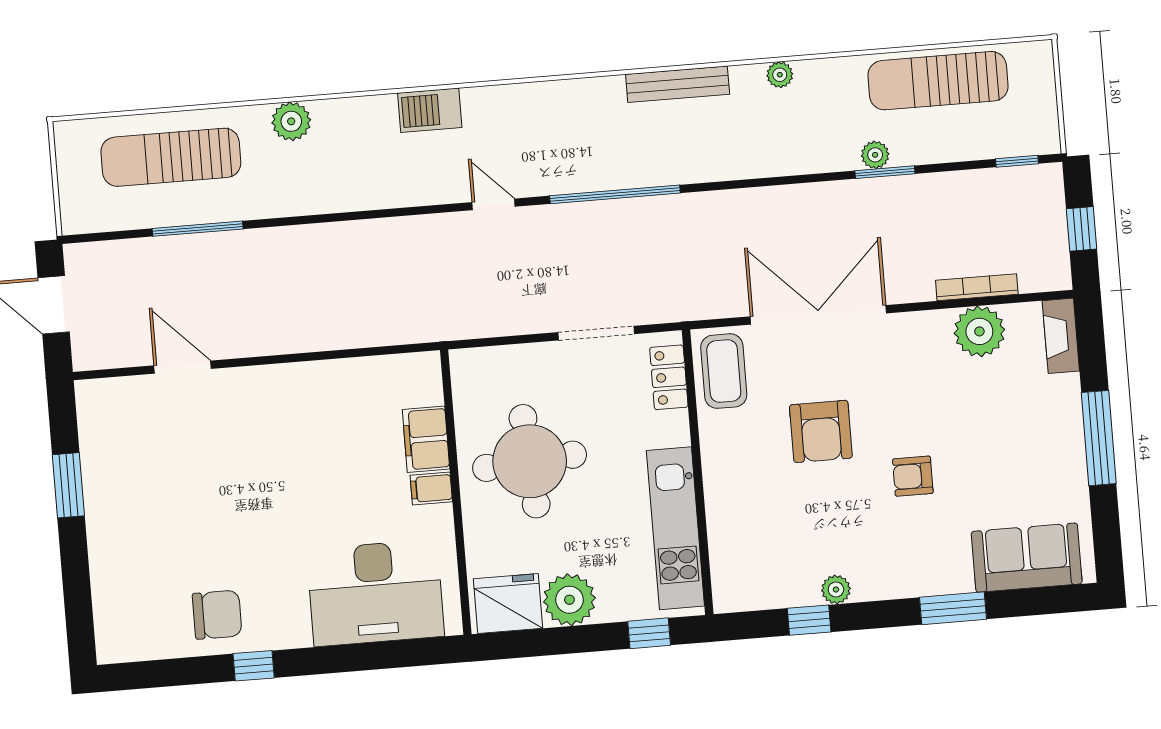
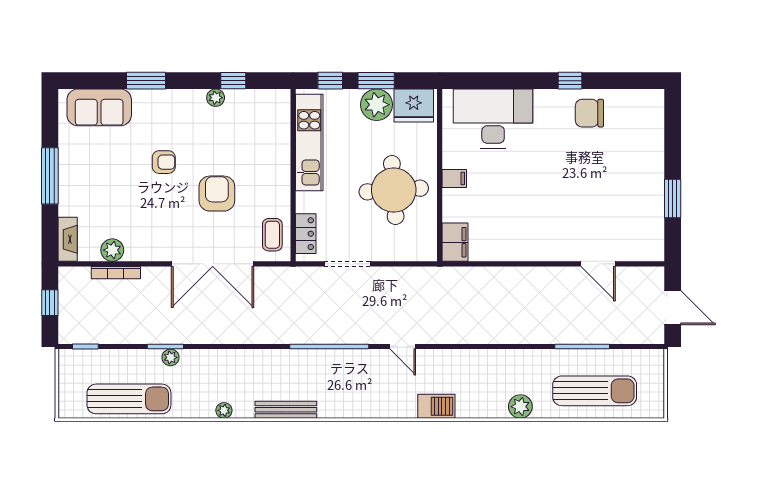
plant: (979, 331) -> (112, 250), width x0.73, depth x0.73
coffee table: (724, 371) -> (272, 235), width x0.73, depth x0.77
filing cabinet: (426, 439) -> (455, 242), moved
window: (573, 639) -> (376, 81), added

